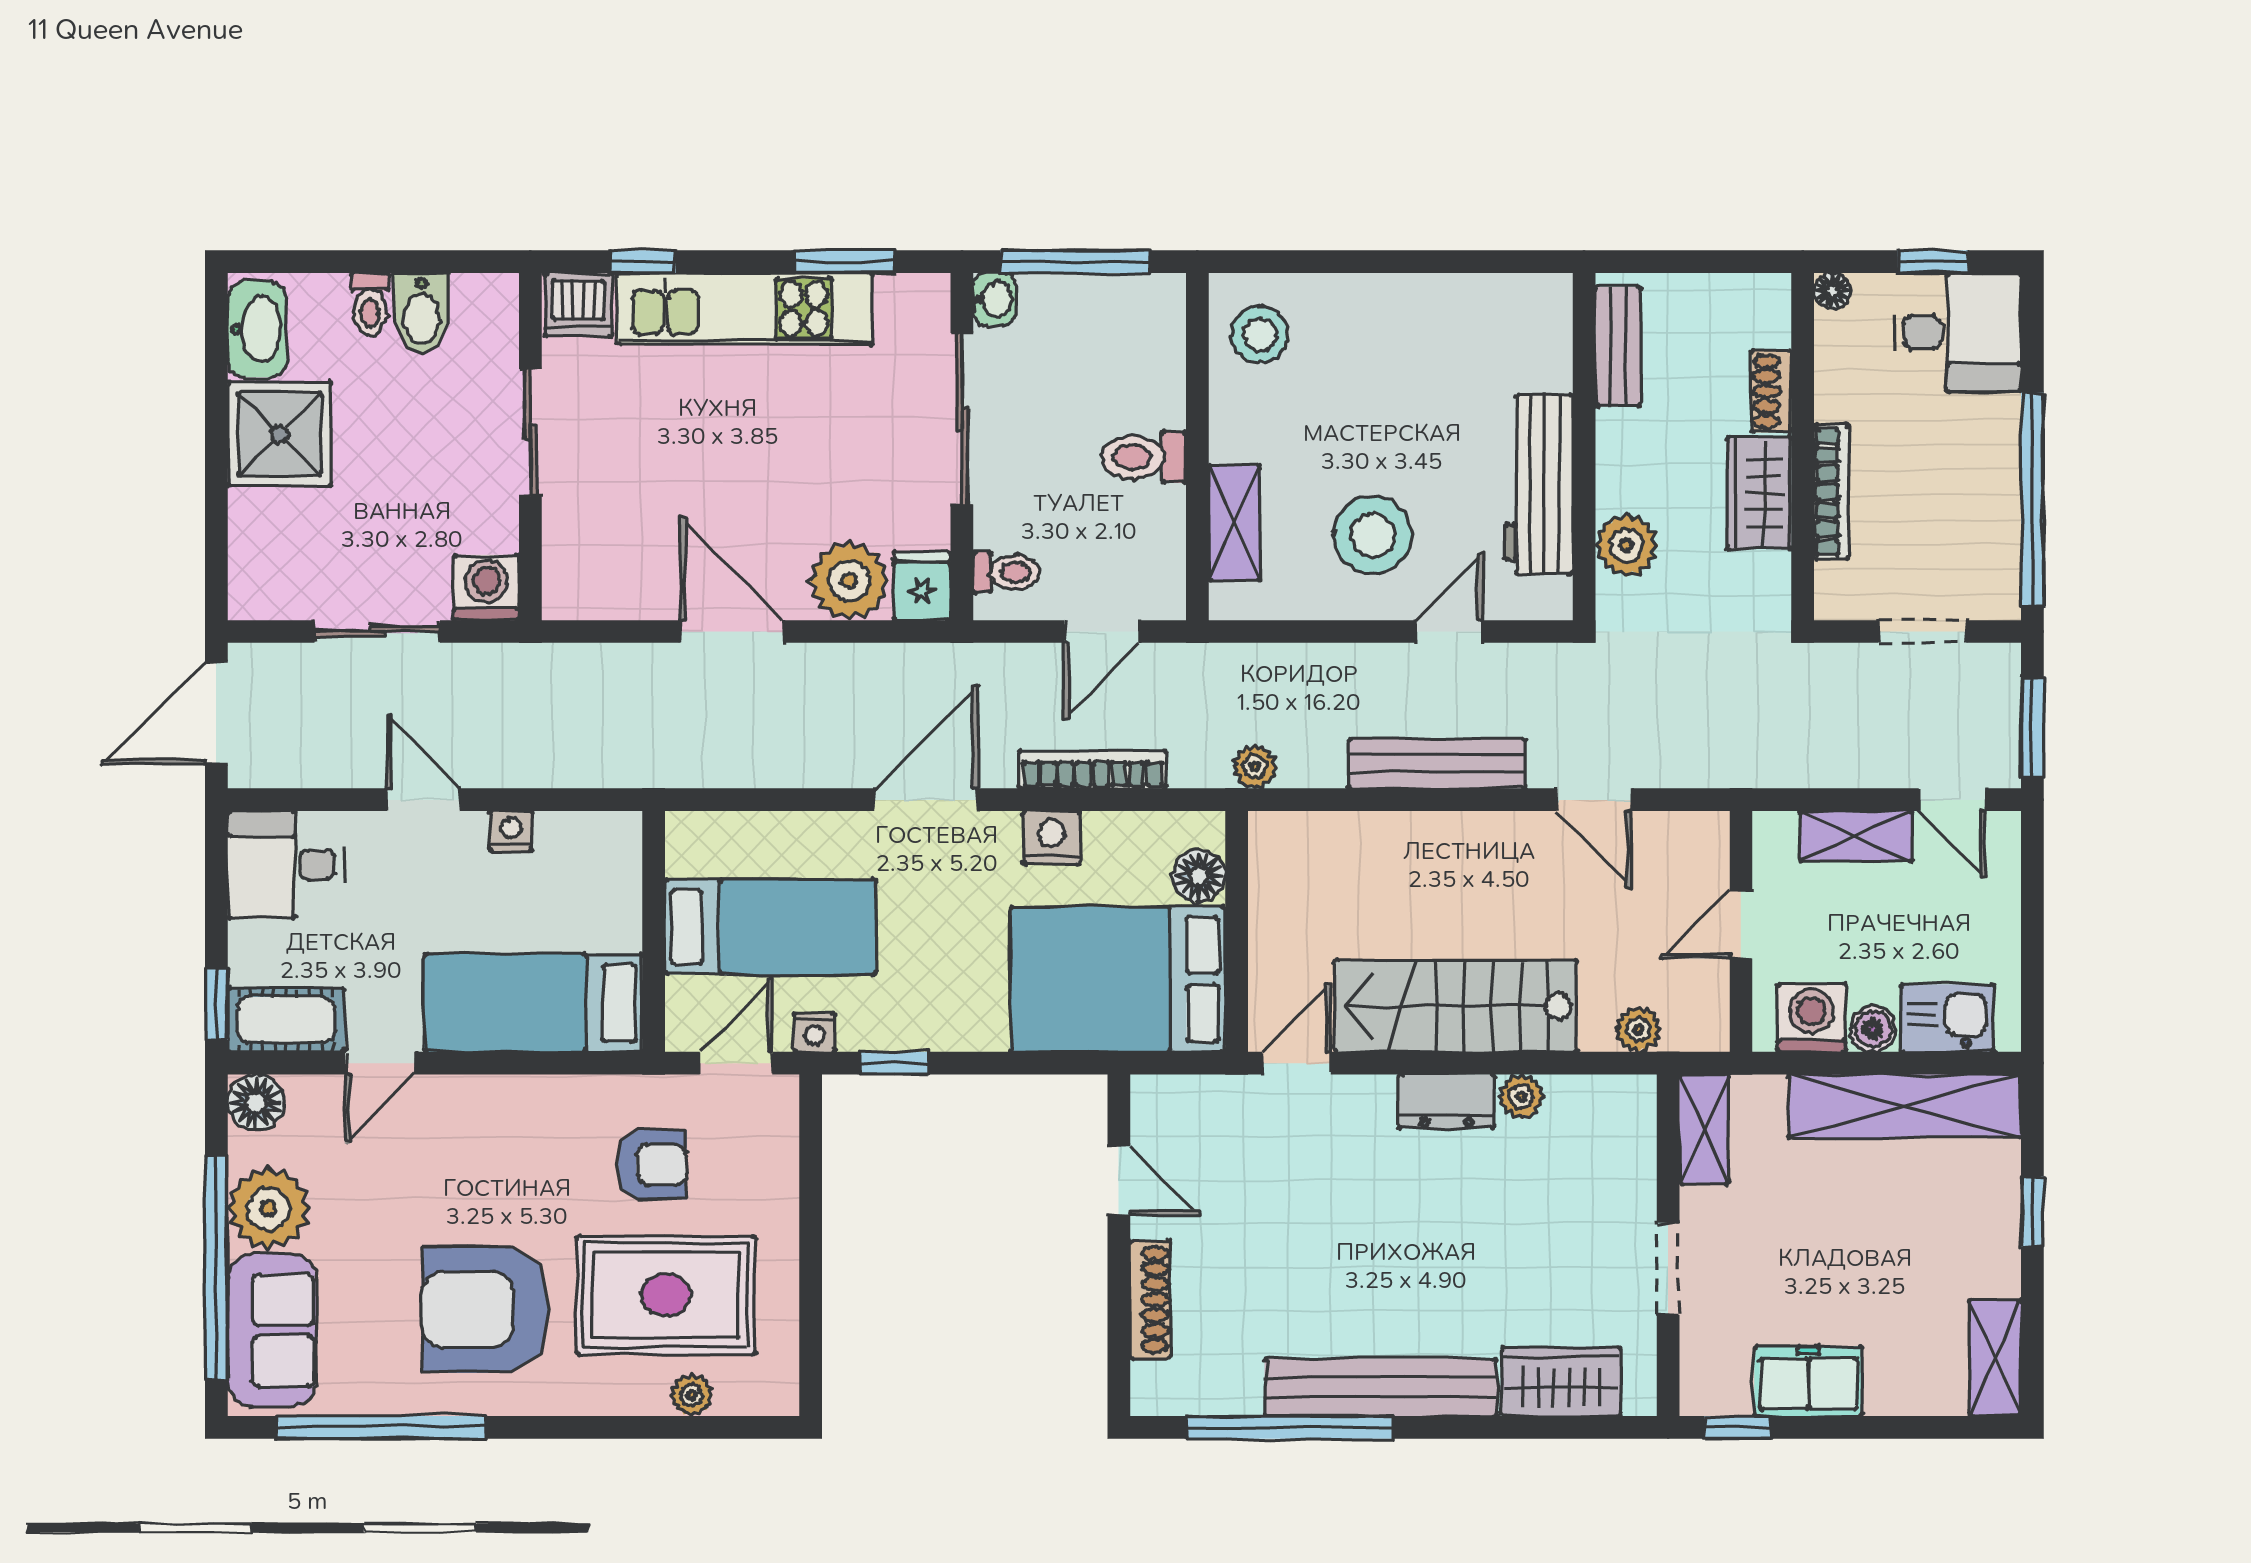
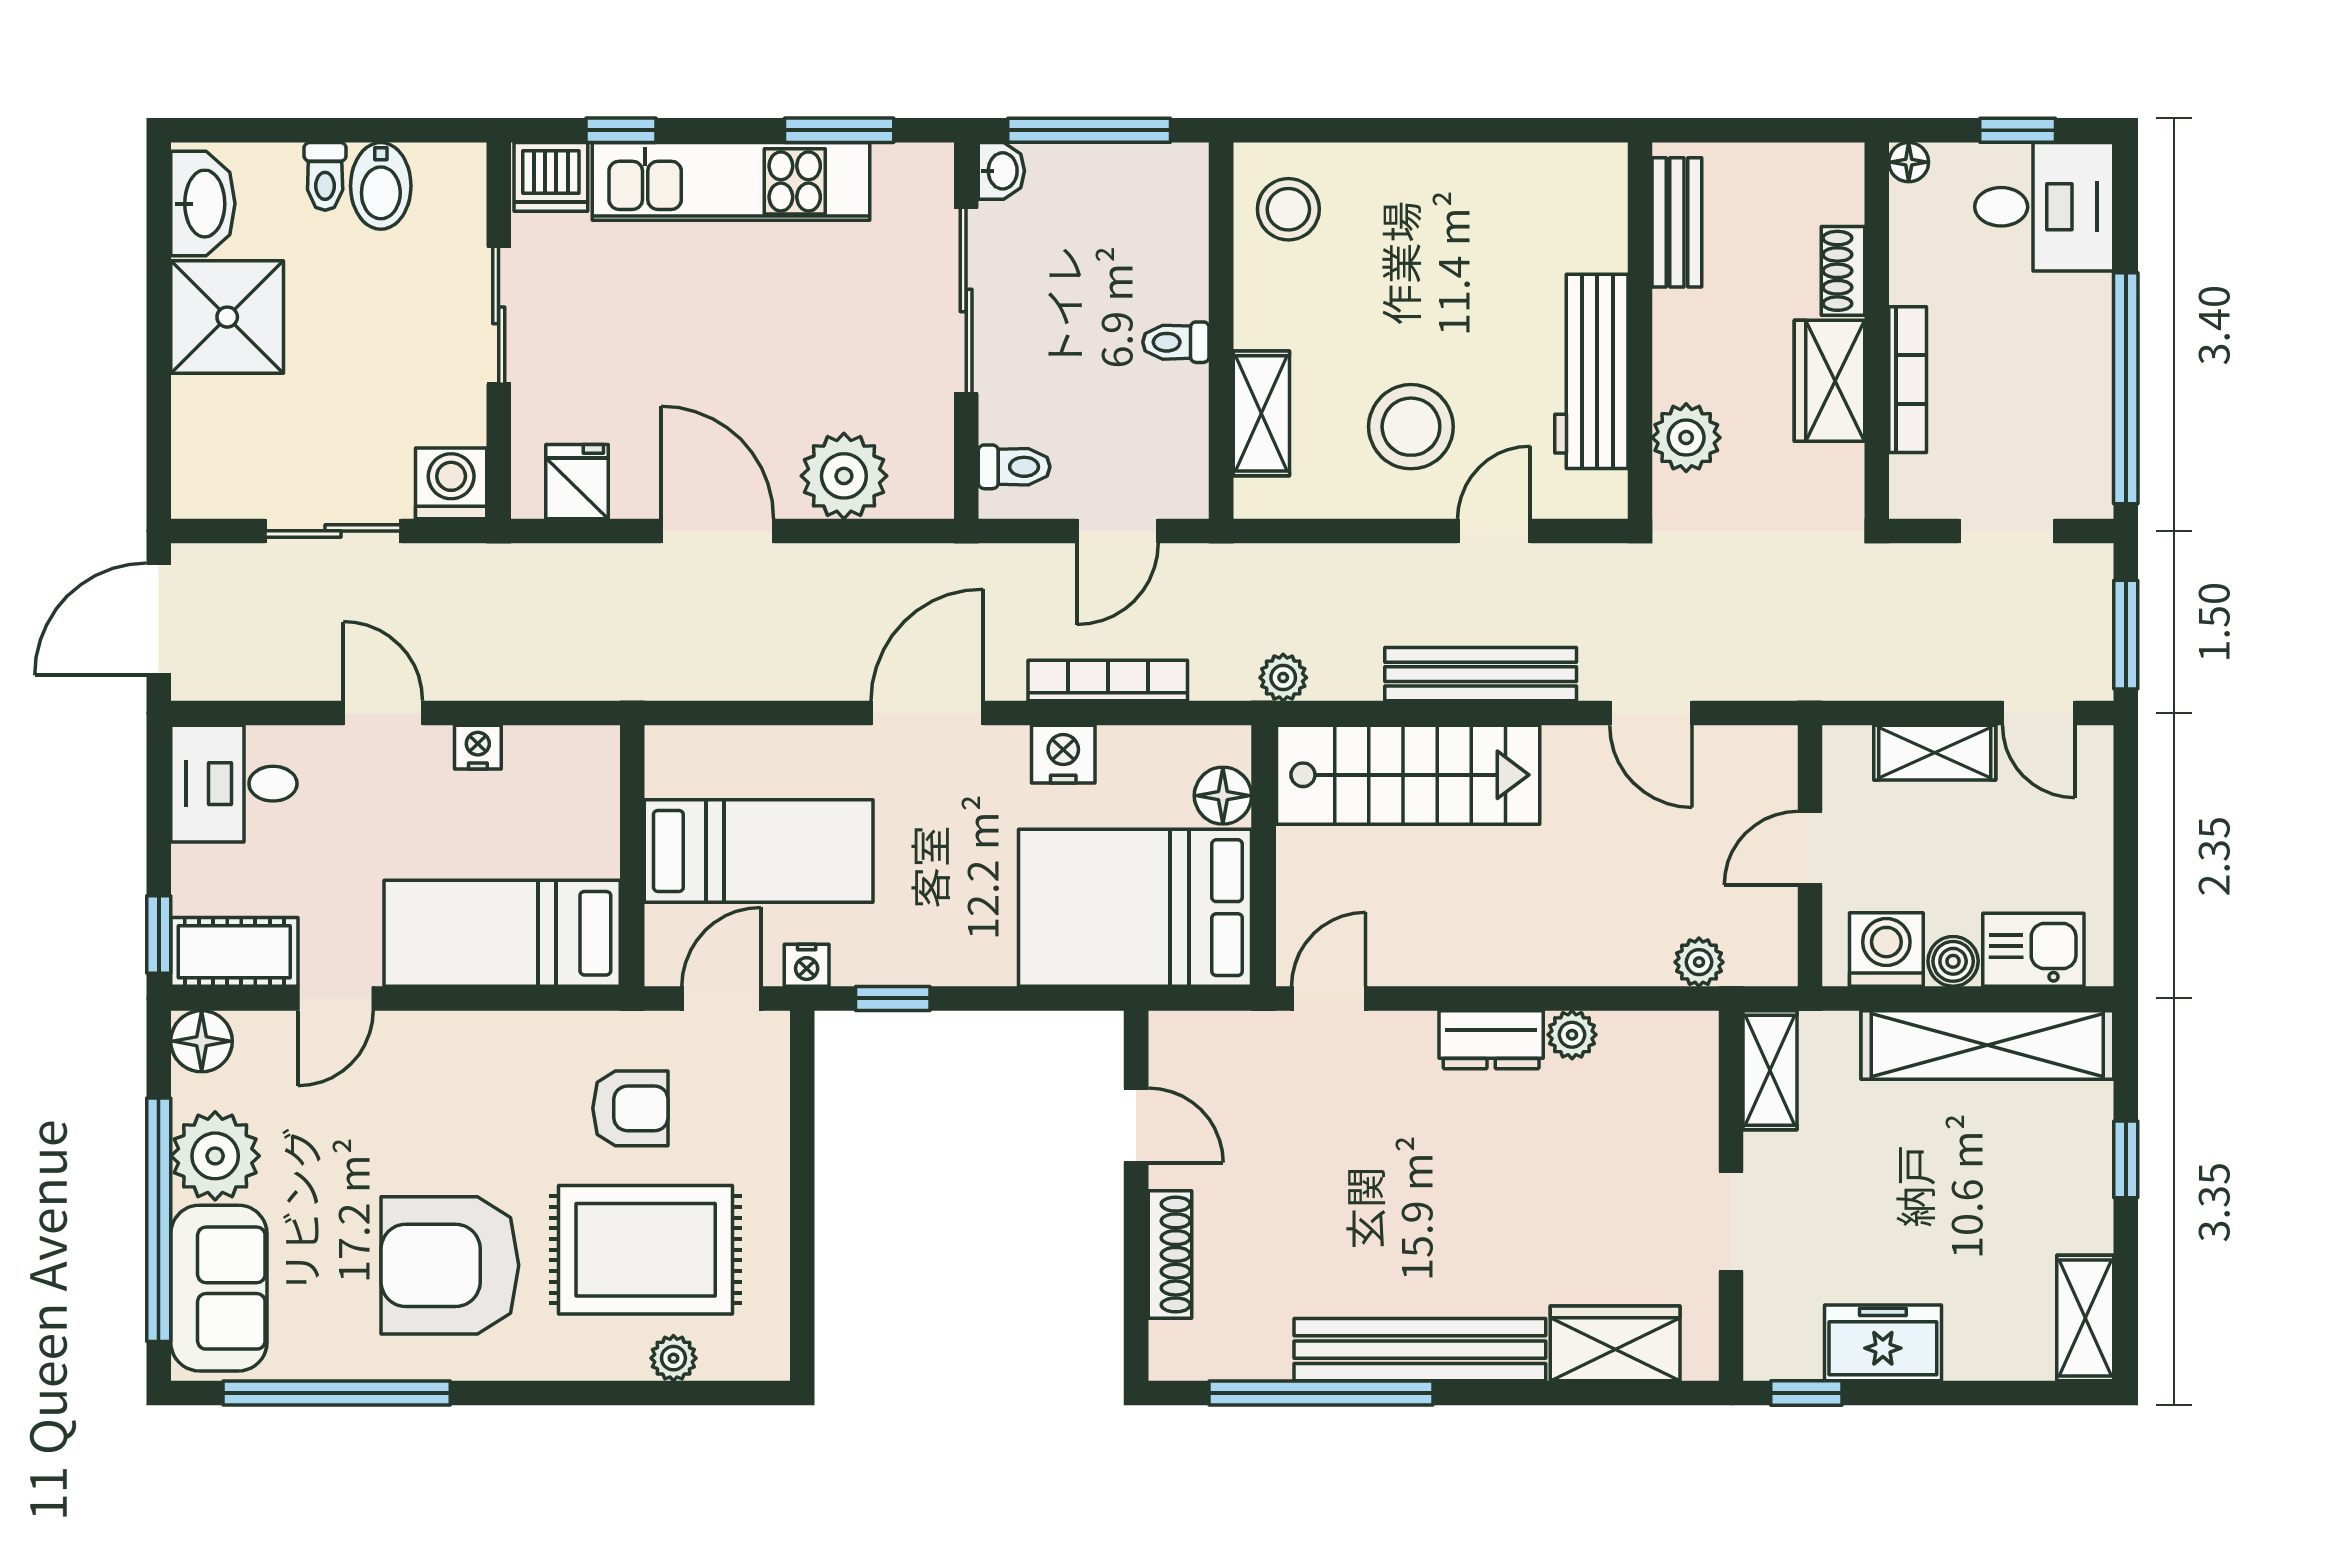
toilet: (1144, 457) -> (1176, 342), width x0.73, depth x0.72
fridge: (922, 586) -> (577, 482), moved
stairs: (1456, 1006) -> (1408, 775), moved, turned 180

